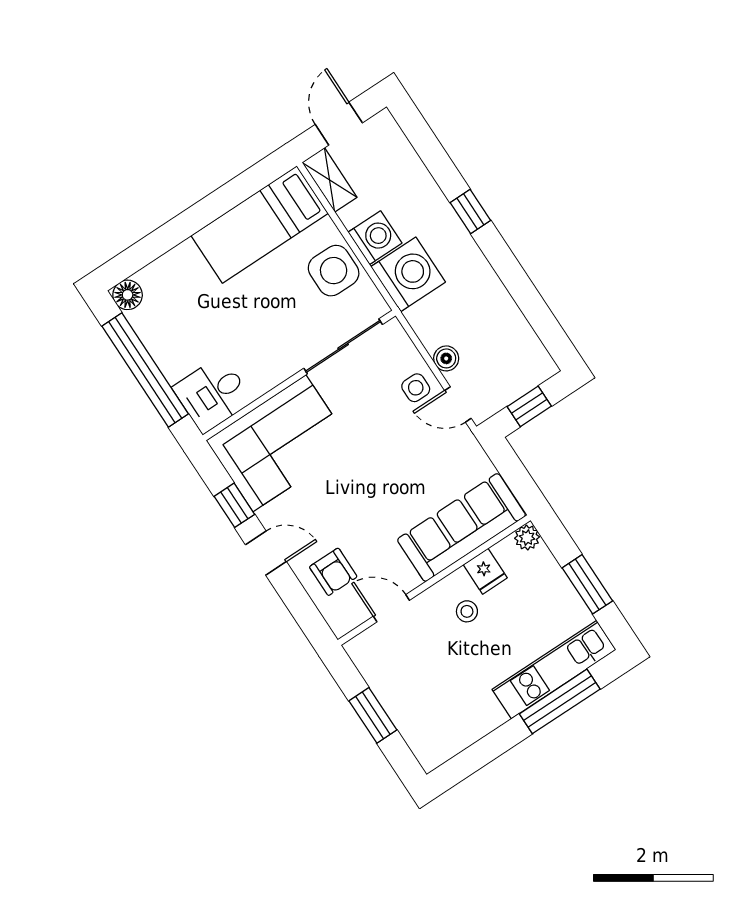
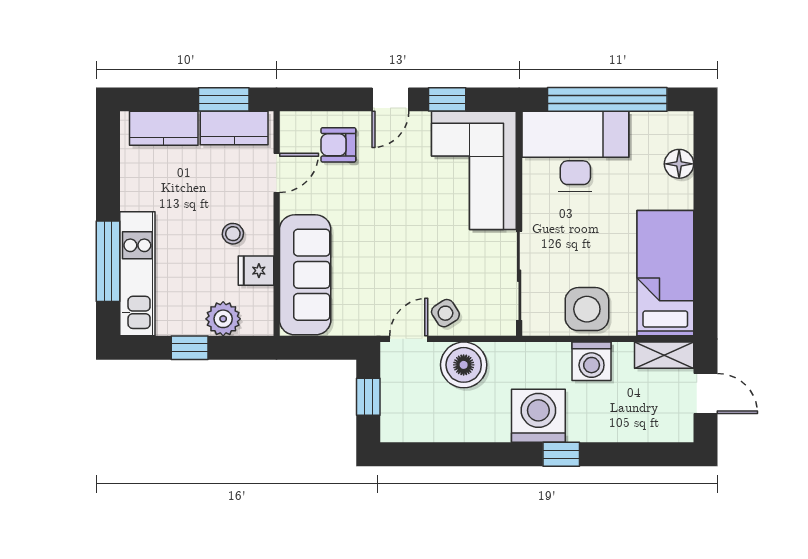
washing machine: (408, 274) -> (538, 416), moved, turned 180
floor lamp: (128, 295) -> (679, 164), moved
boiler: (446, 358) -> (464, 365), width x1.86, depth x1.86
side table: (416, 388) -> (445, 313), turned -33
desk: (213, 394) -> (575, 151), width x1.87, depth x1.30
plant: (527, 538) -> (223, 319), moved, width x1.38, depth x1.38
window: (587, 584) -> (190, 348), width x0.67
kitchen counter: (377, 669) -> (234, 128), added
window: (373, 715) -> (224, 99), moved
kitchen counter: (416, 728) -> (164, 128), added

